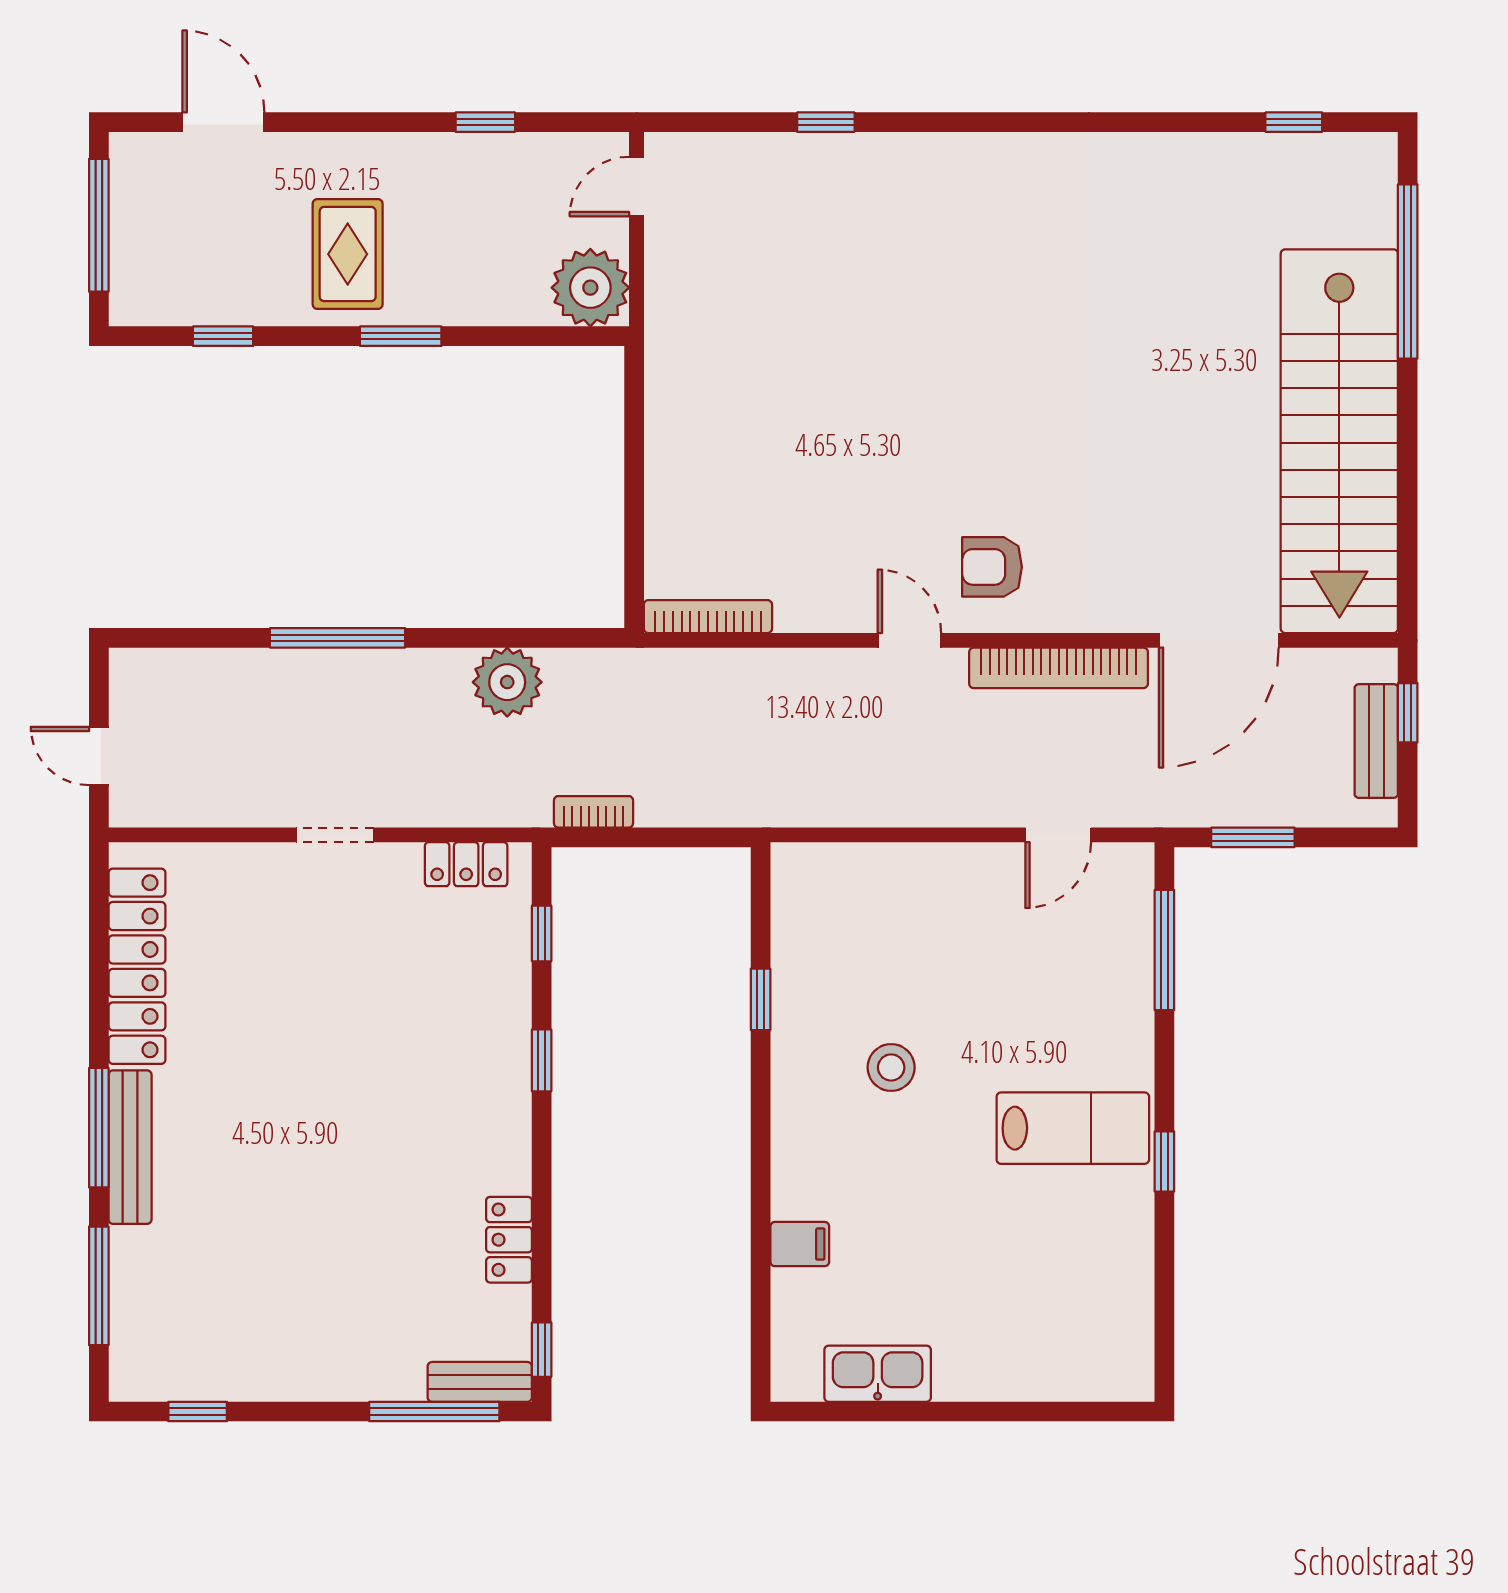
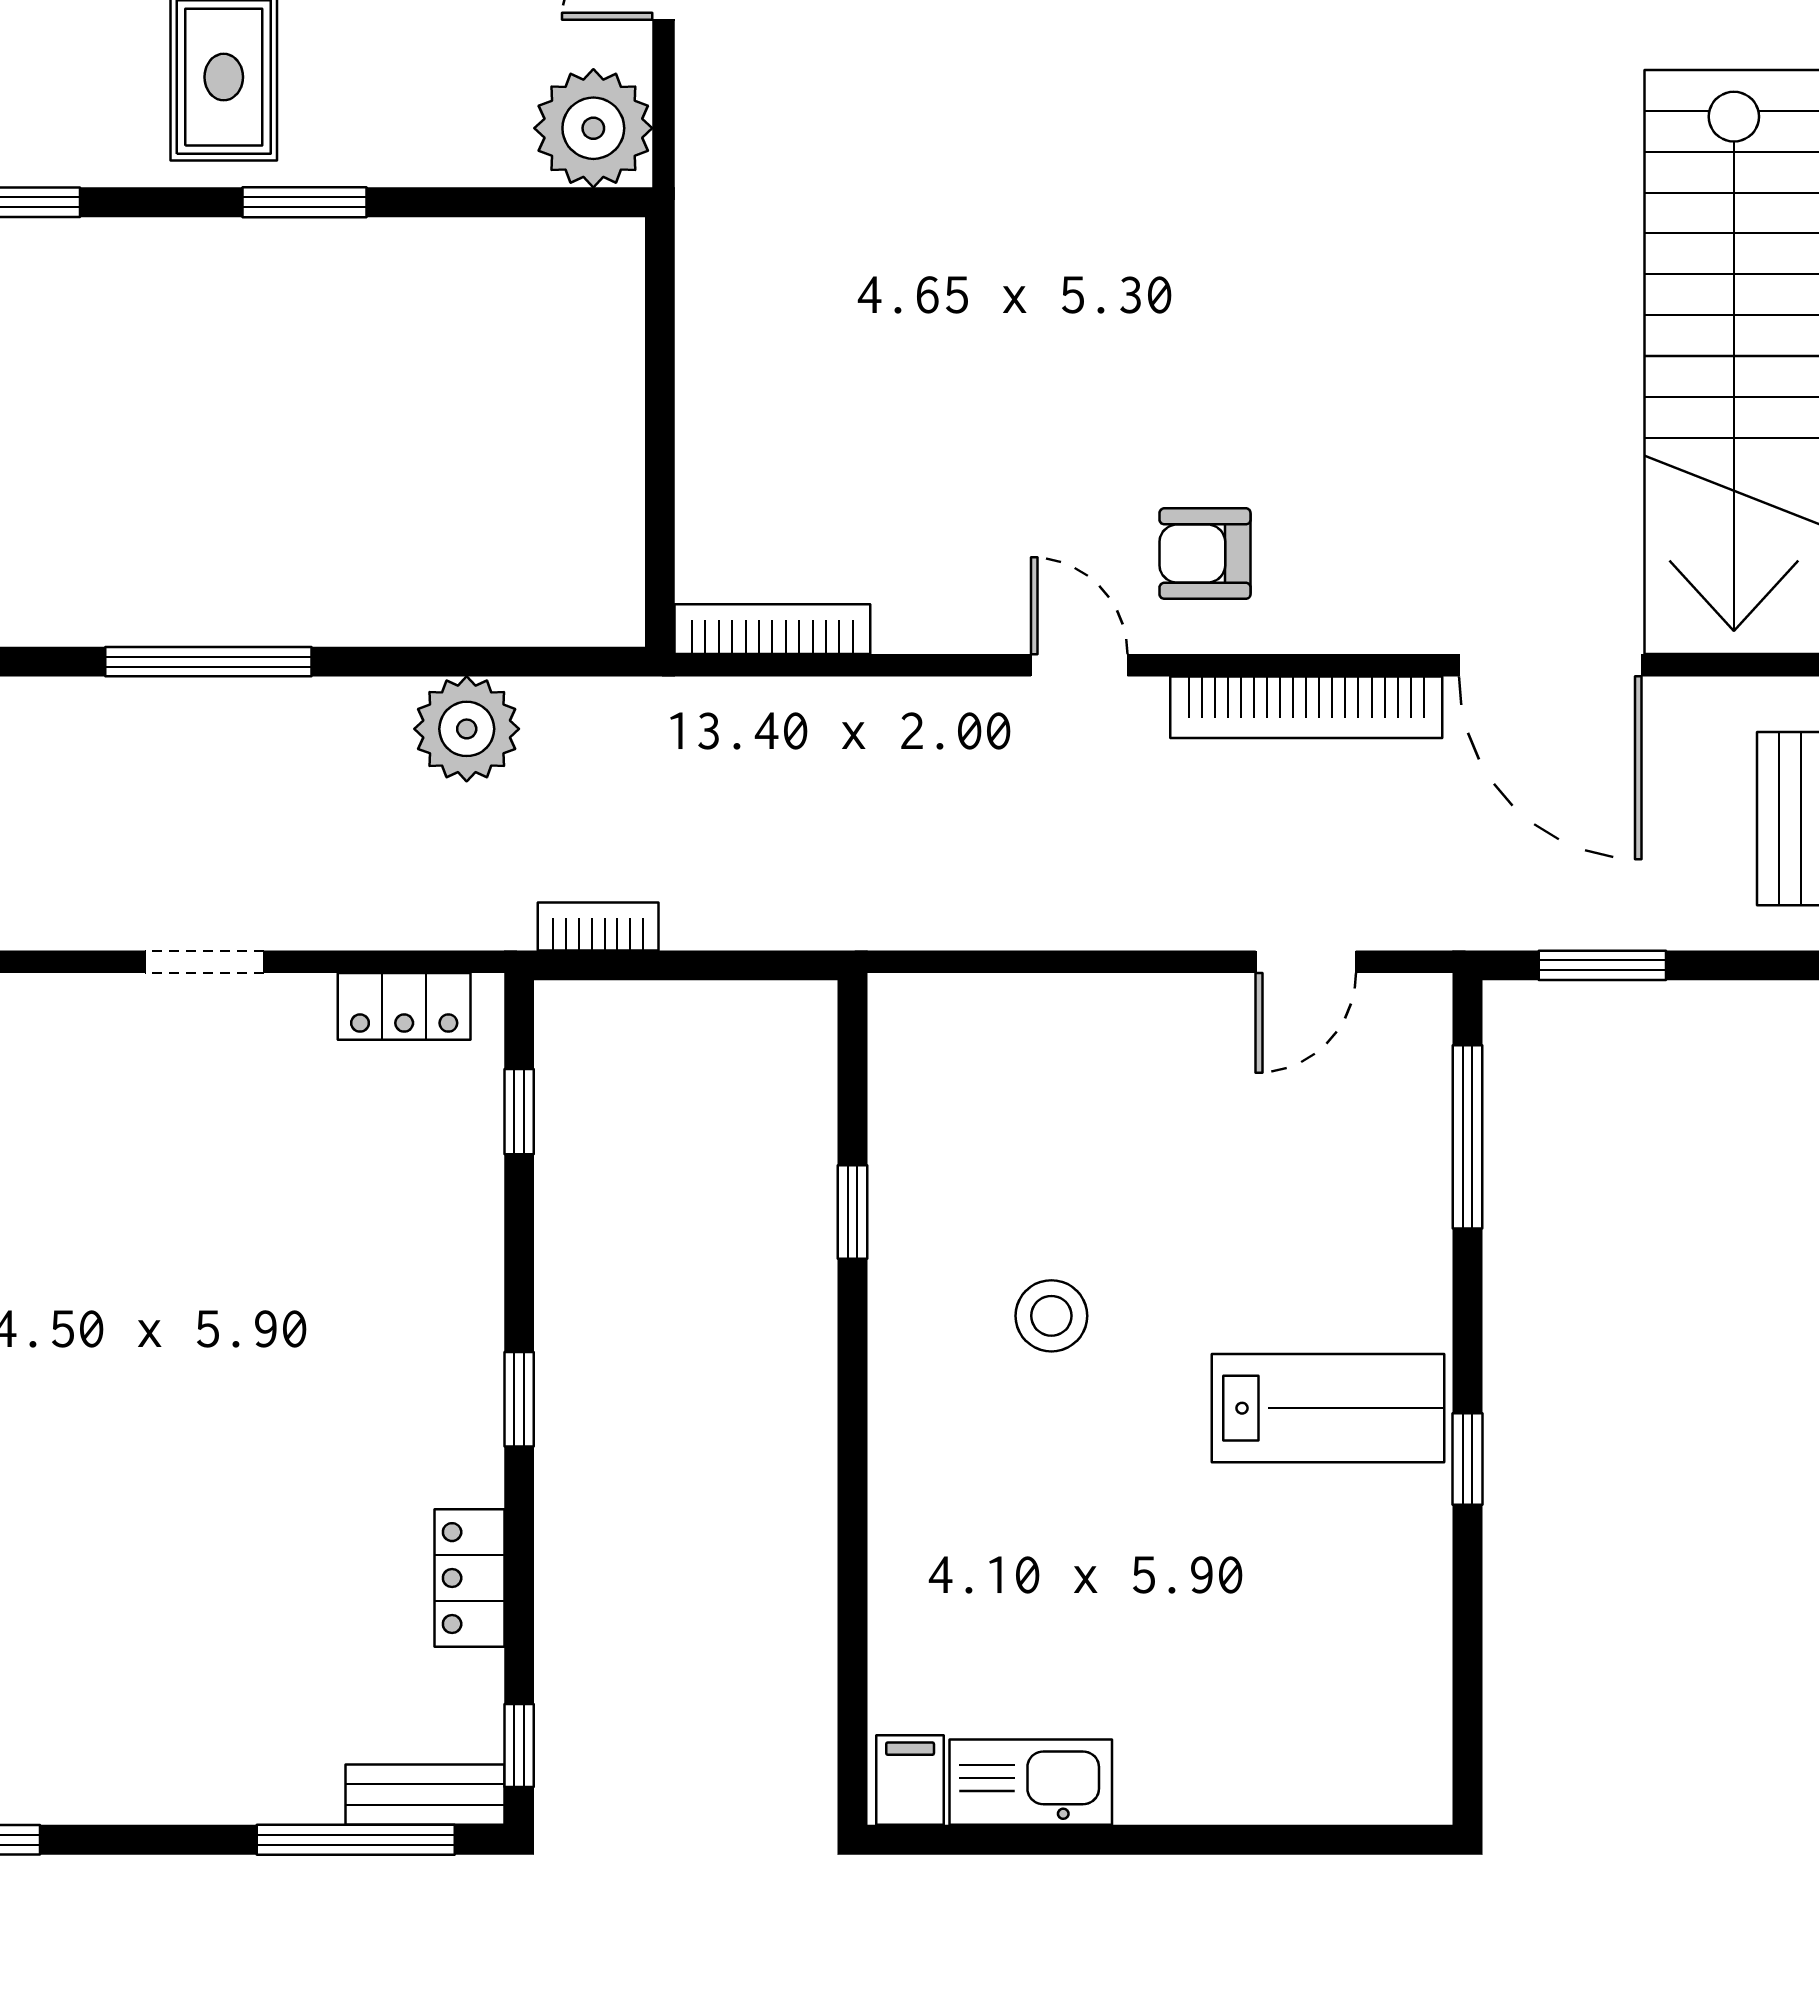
door: (1219, 640) -> (1550, 665), hinge flipped
window: (542, 1060) -> (519, 1399), moved
filing cabinet: (800, 1244) -> (910, 1780), moved, turned -90

